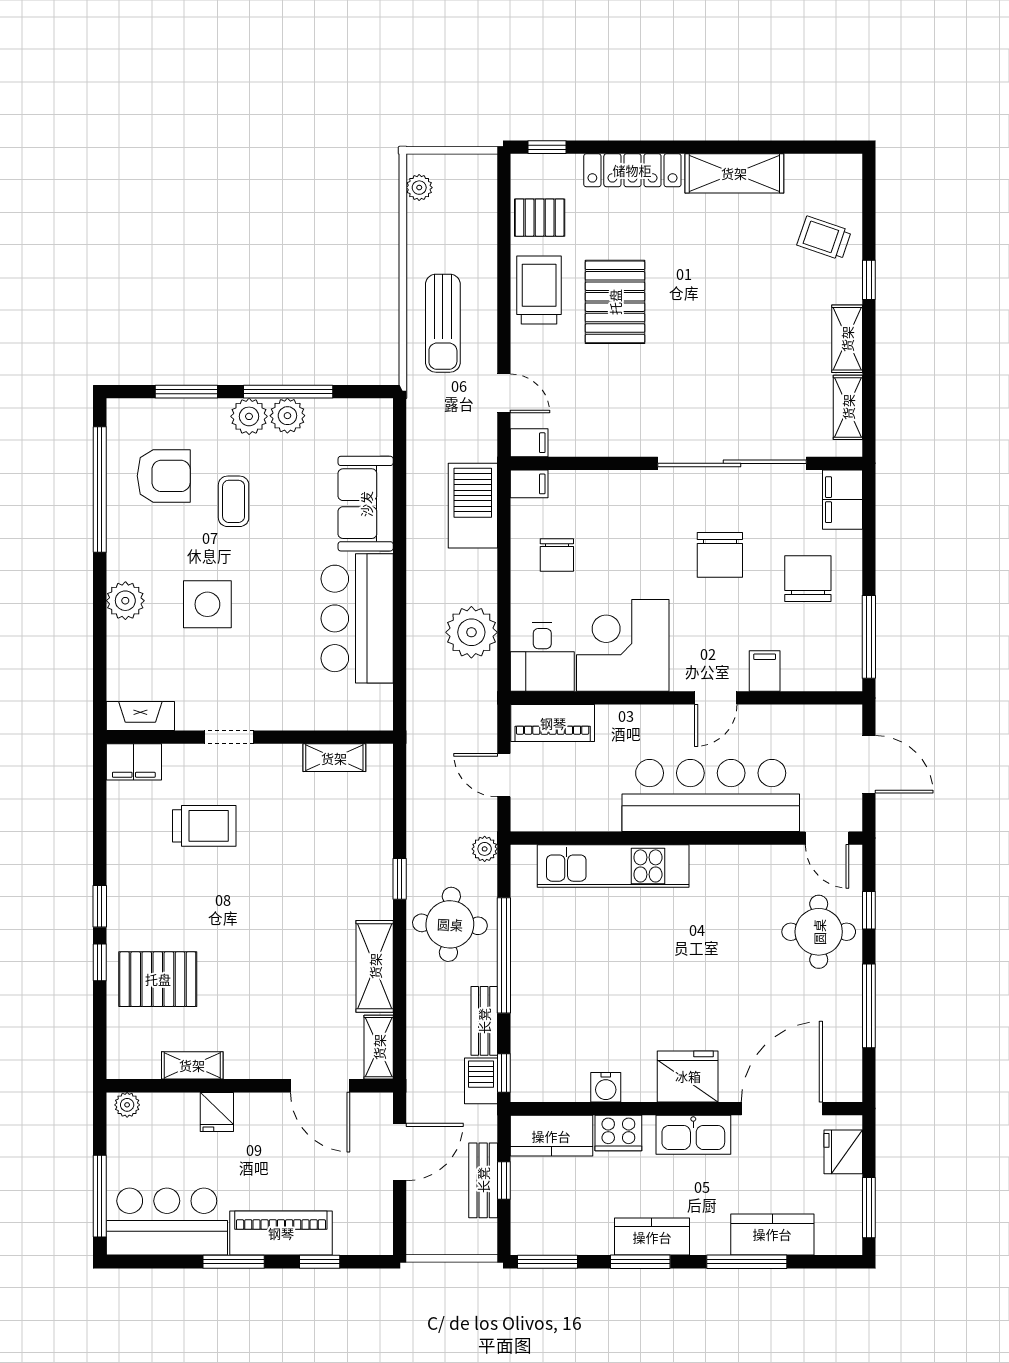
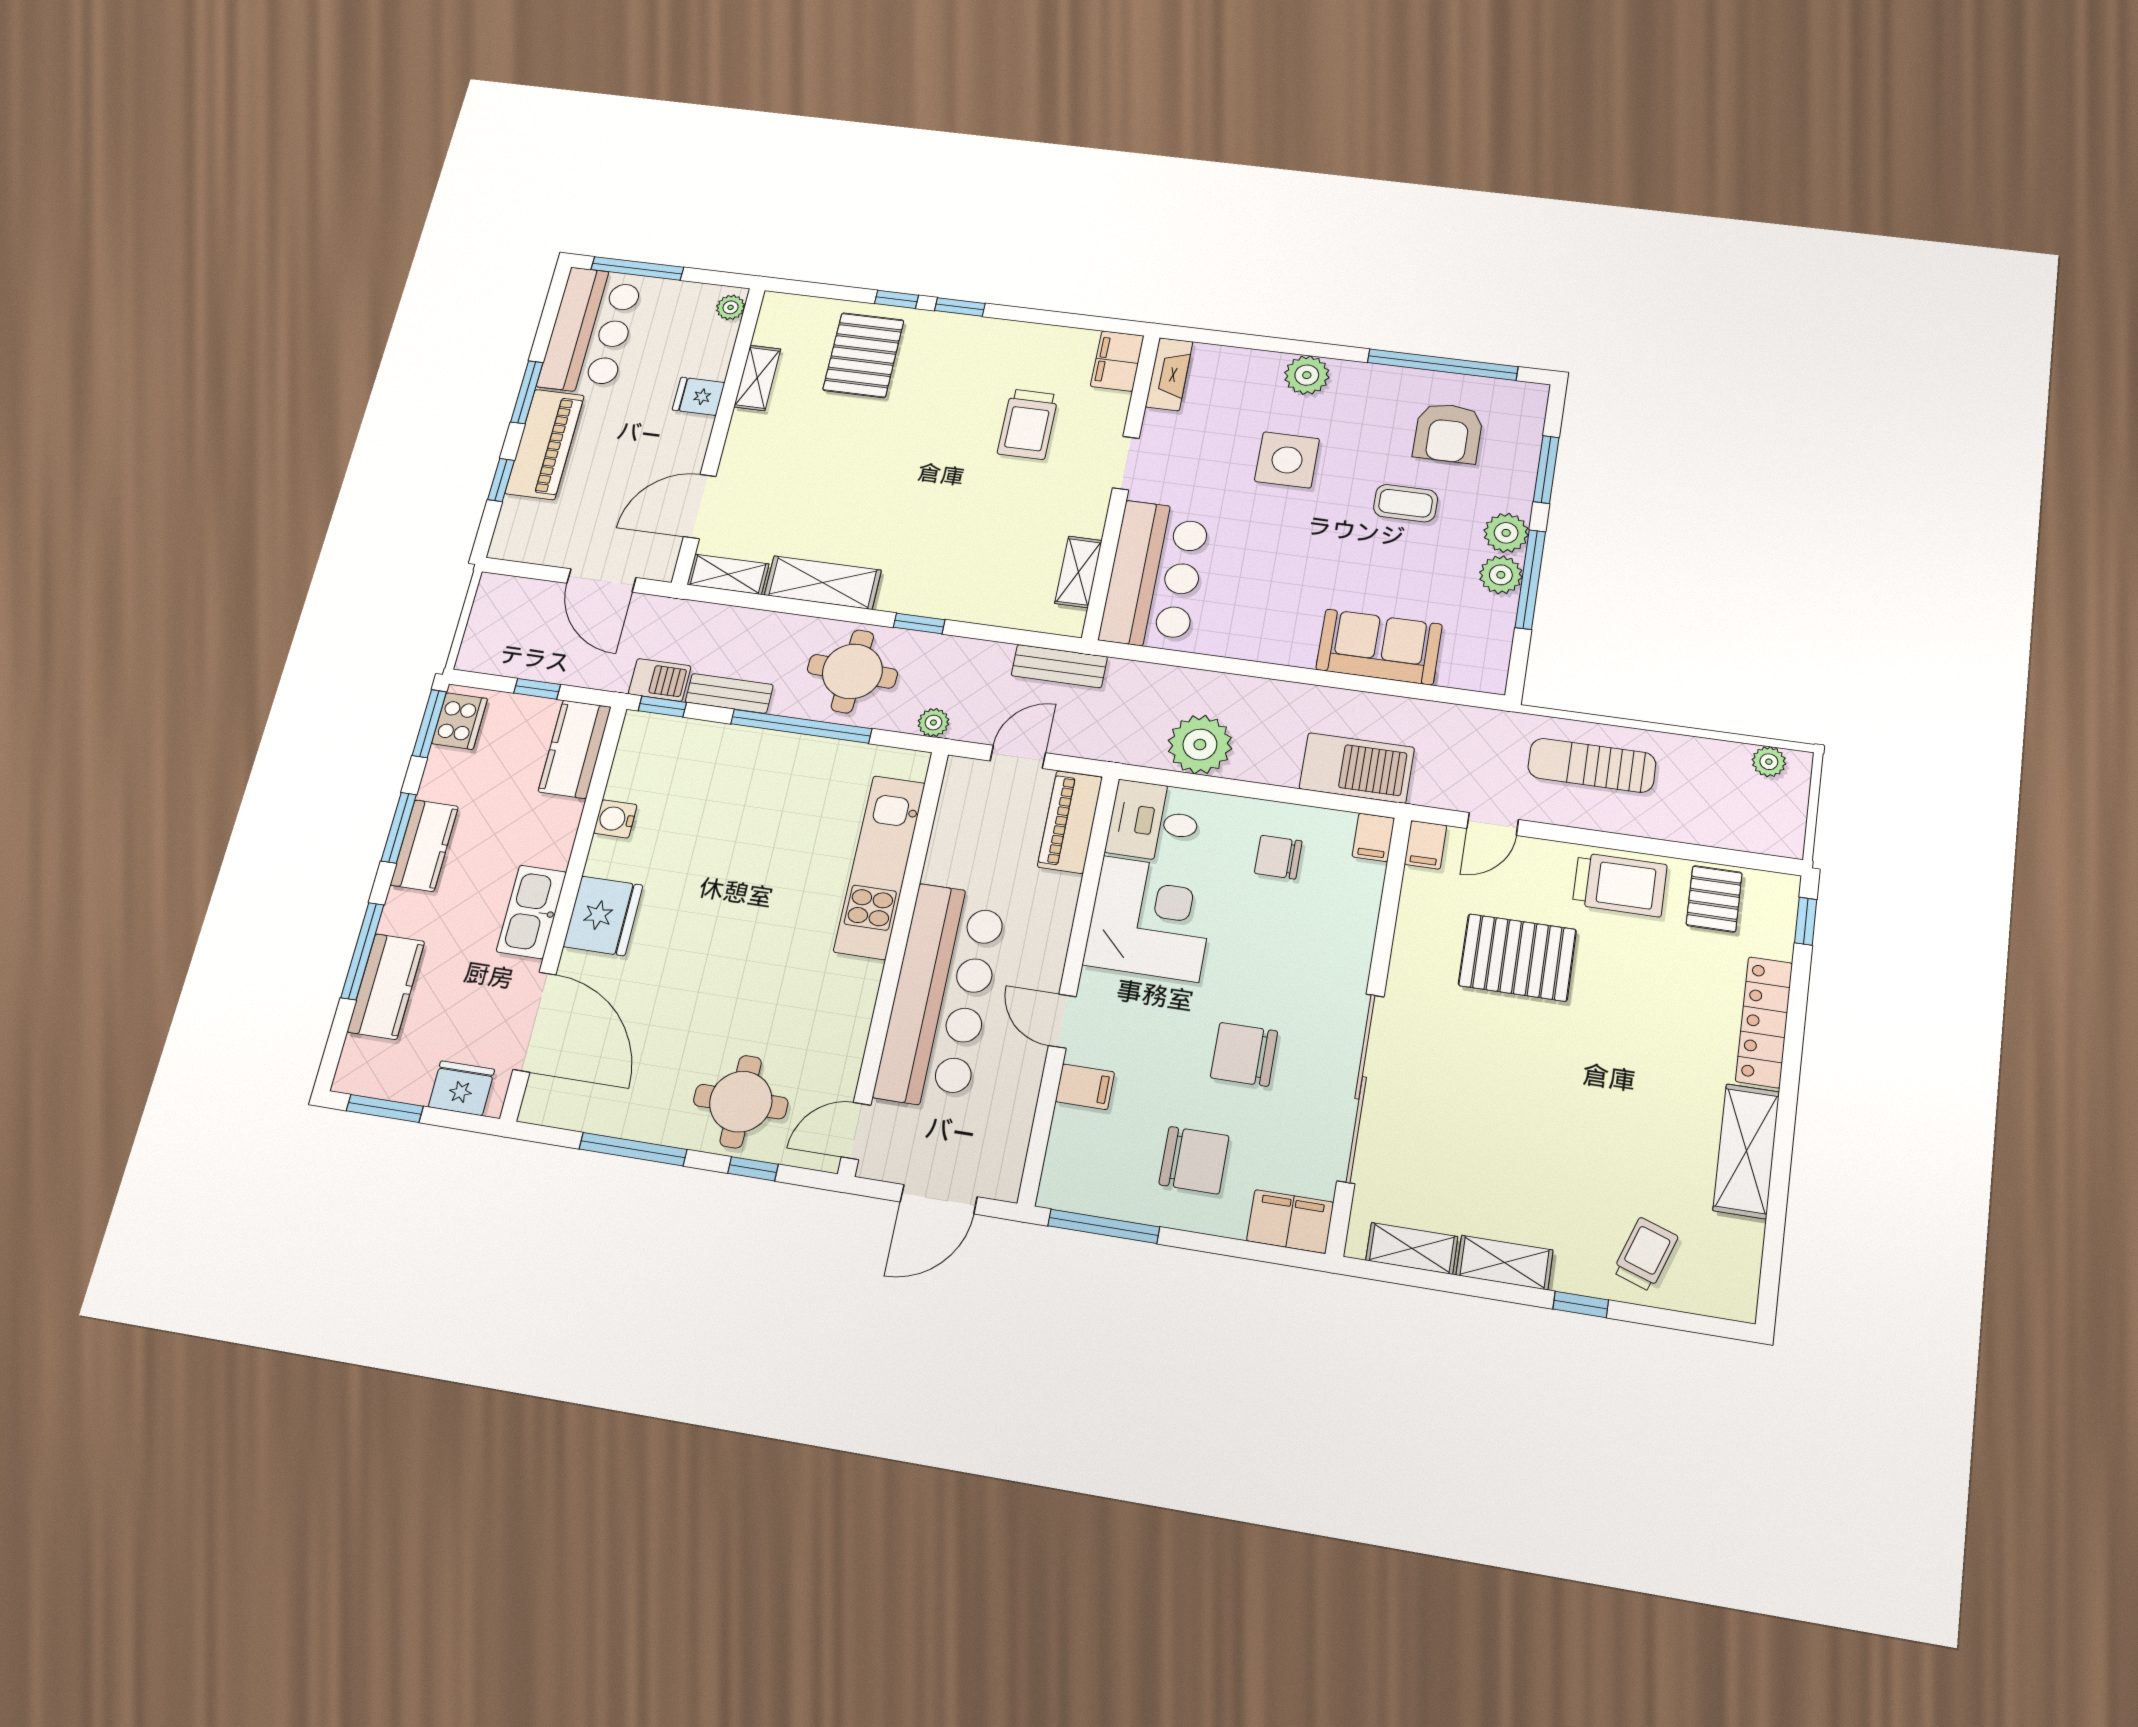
pallet: (615, 302) -> (1517, 957), moved
bar counter: (357, 618) -> (1155, 575), moved, turned 90
cooker: (618, 1133) -> (459, 721), moved, turned 180
bench: (483, 1180) -> (1059, 666), moved

